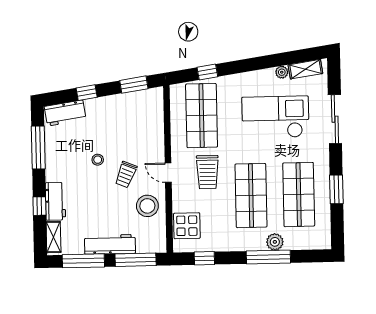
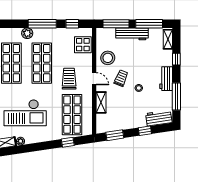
shelving: (157, 136) -> (101, 102), added
workbench: (55, 201) -> (166, 79), moved
window: (268, 257) -> (42, 24), moved

